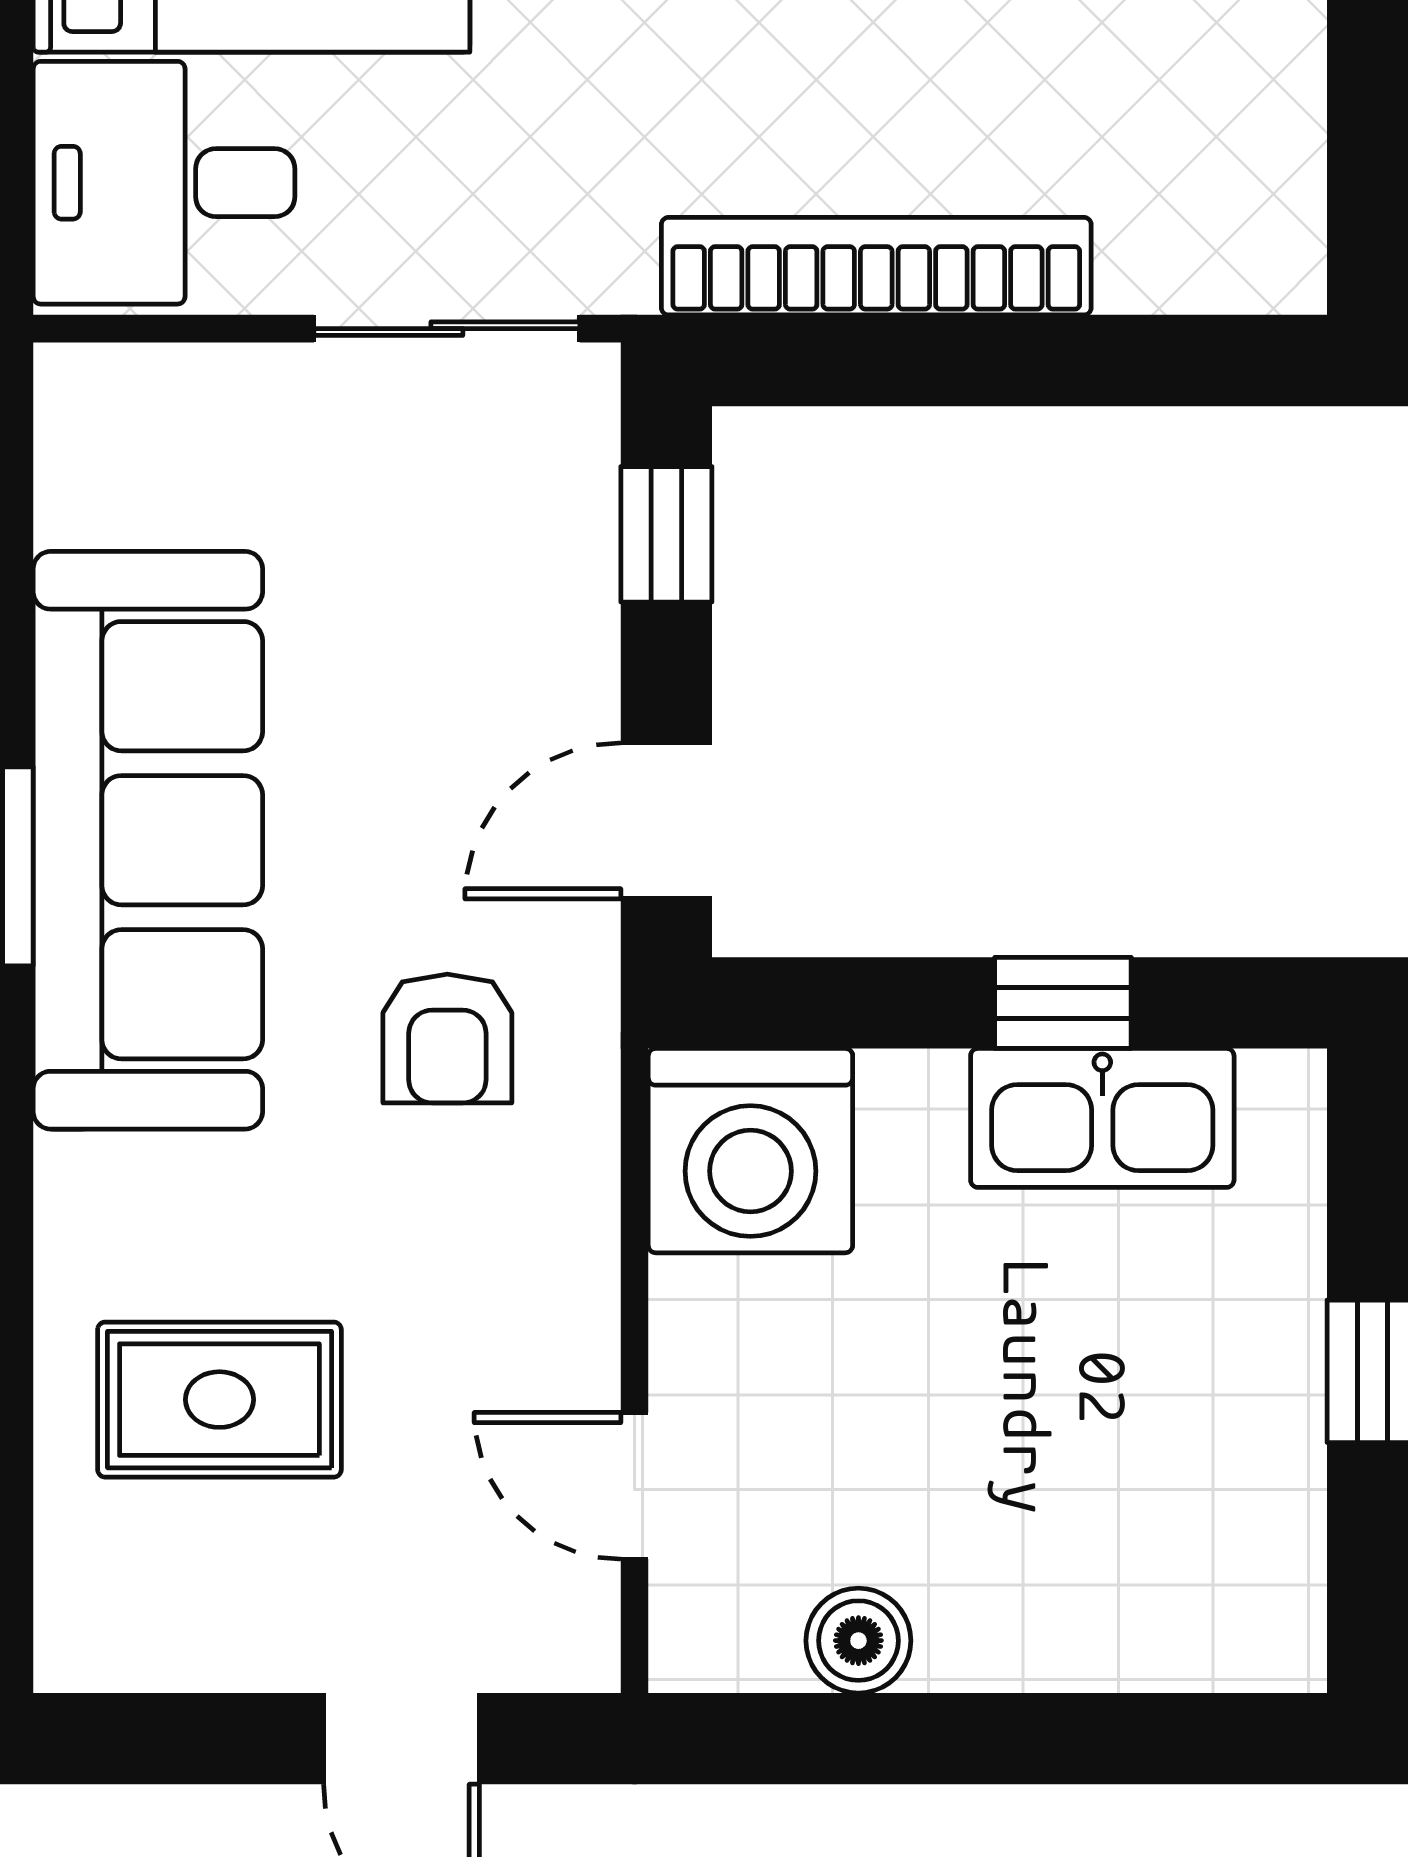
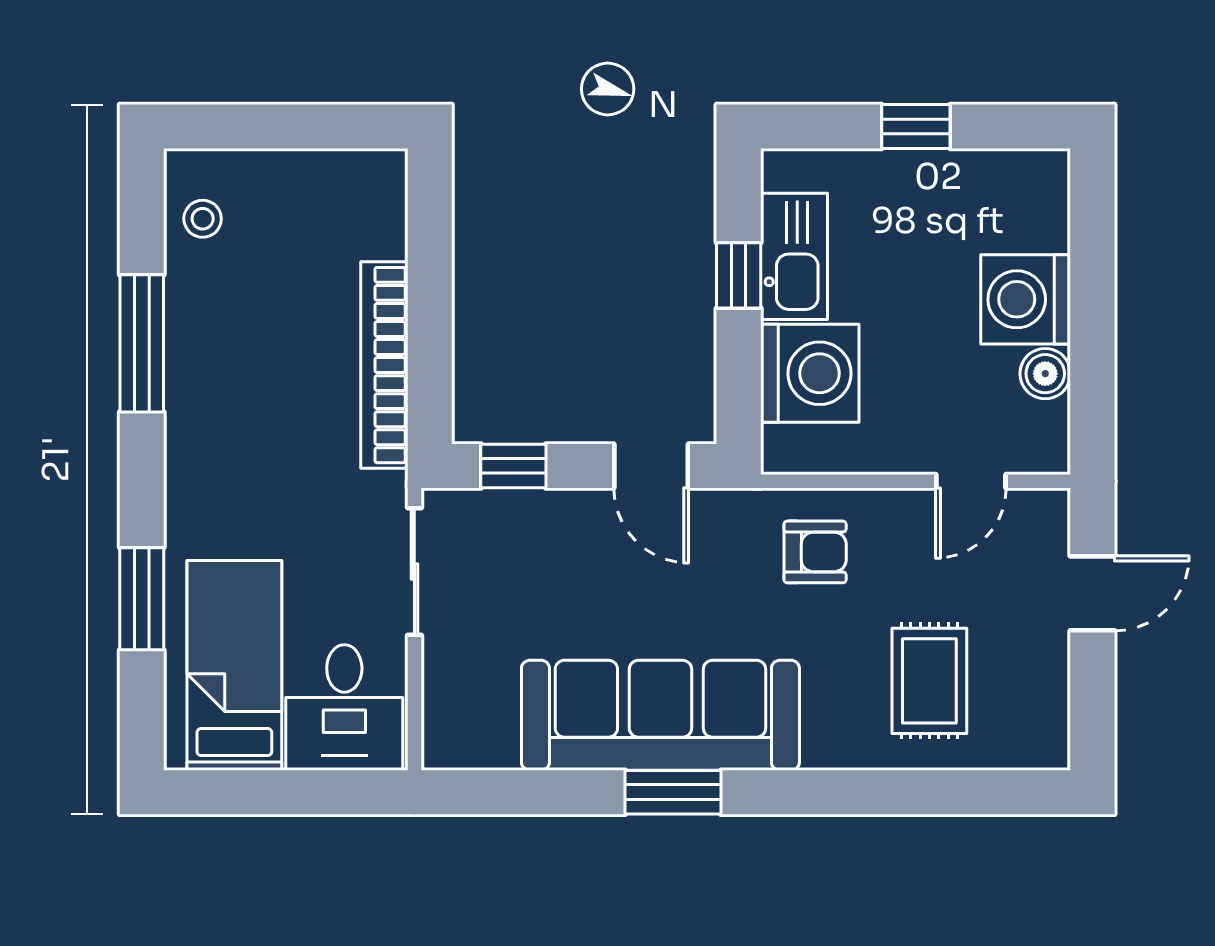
armchair: (447, 1039) -> (815, 552), moved
washing machine: (750, 1151) -> (810, 373), moved
washing machine: (1013, 1600) -> (1026, 299), added

